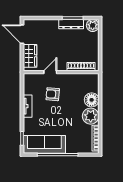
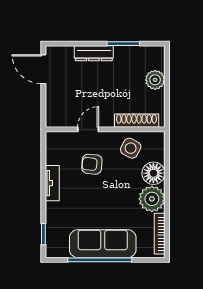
dresser: (71, 24) -> (94, 53), moved
plant: (93, 25) -> (155, 80), moved
wardrobe: (30, 56) -> (56, 104), removed
side table: (77, 84) -> (131, 148), added
sofa: (44, 144) -> (103, 244), moved

